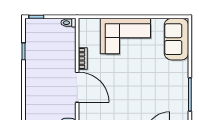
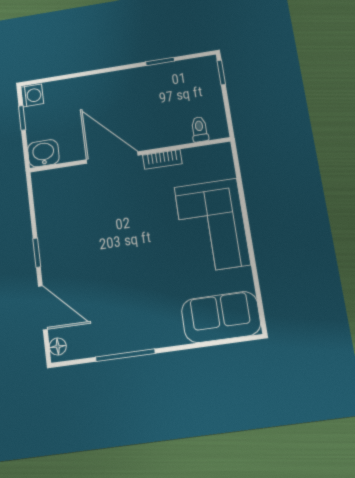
toilet: (68, 23) -> (200, 129), moved
door: (77, 87) -> (112, 158), swing flipped

